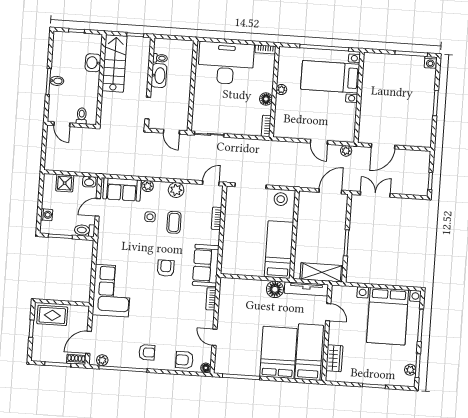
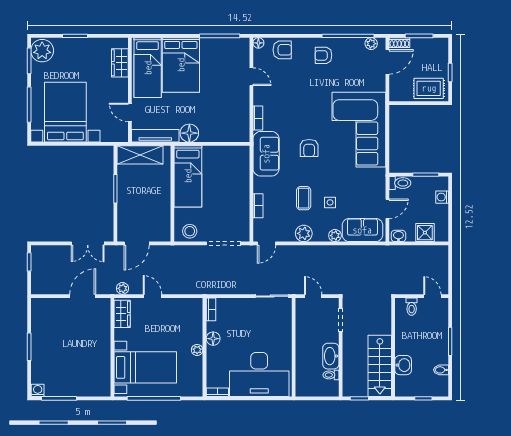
bidet: (57, 81) -> (441, 370), moved
wardrobe: (348, 127) -> (122, 314), added
corner sofa: (112, 291) -> (359, 130), width x1.36, depth x1.36
plant: (410, 370) -> (42, 51), width x1.88, depth x1.88

